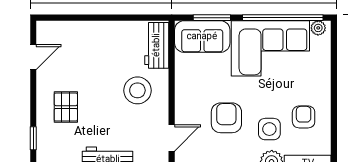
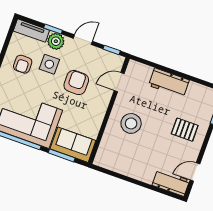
workbench: (157, 45) -> (171, 183), moved, turned -90
pallet: (66, 107) -> (185, 130), turned 90
armchair: (226, 118) -> (76, 83), turned 180

